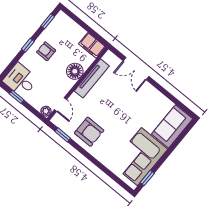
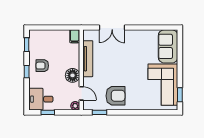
filing cabinet: (92, 45) -> (75, 36), width x0.50
floor lamp: (75, 71) -> (73, 75), moved

